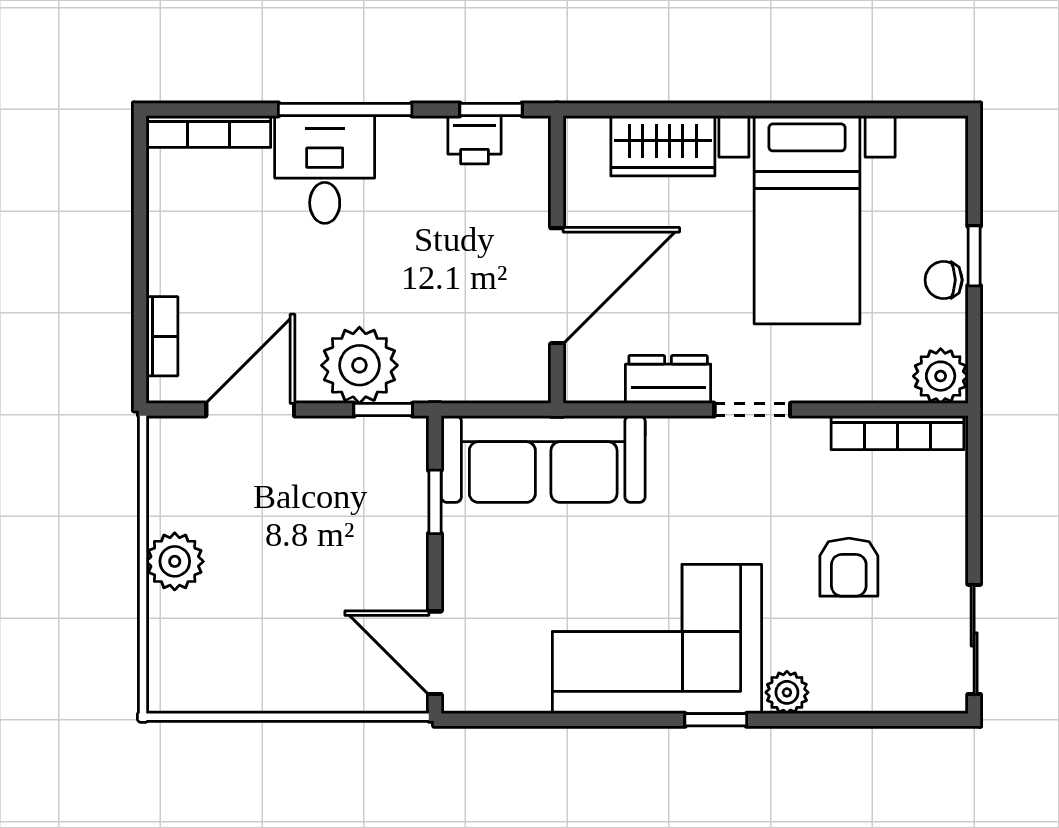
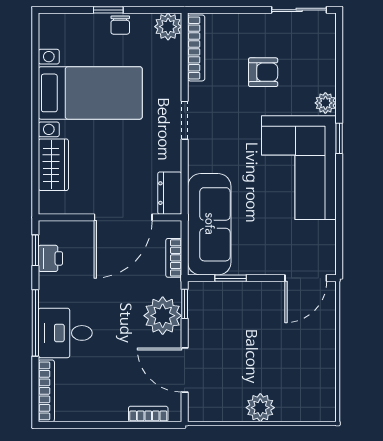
door: (557, 286) -> (123, 217), swing flipped
dresser: (668, 379) -> (170, 193), moved
bookcase: (476, 388) -> (174, 258), added

